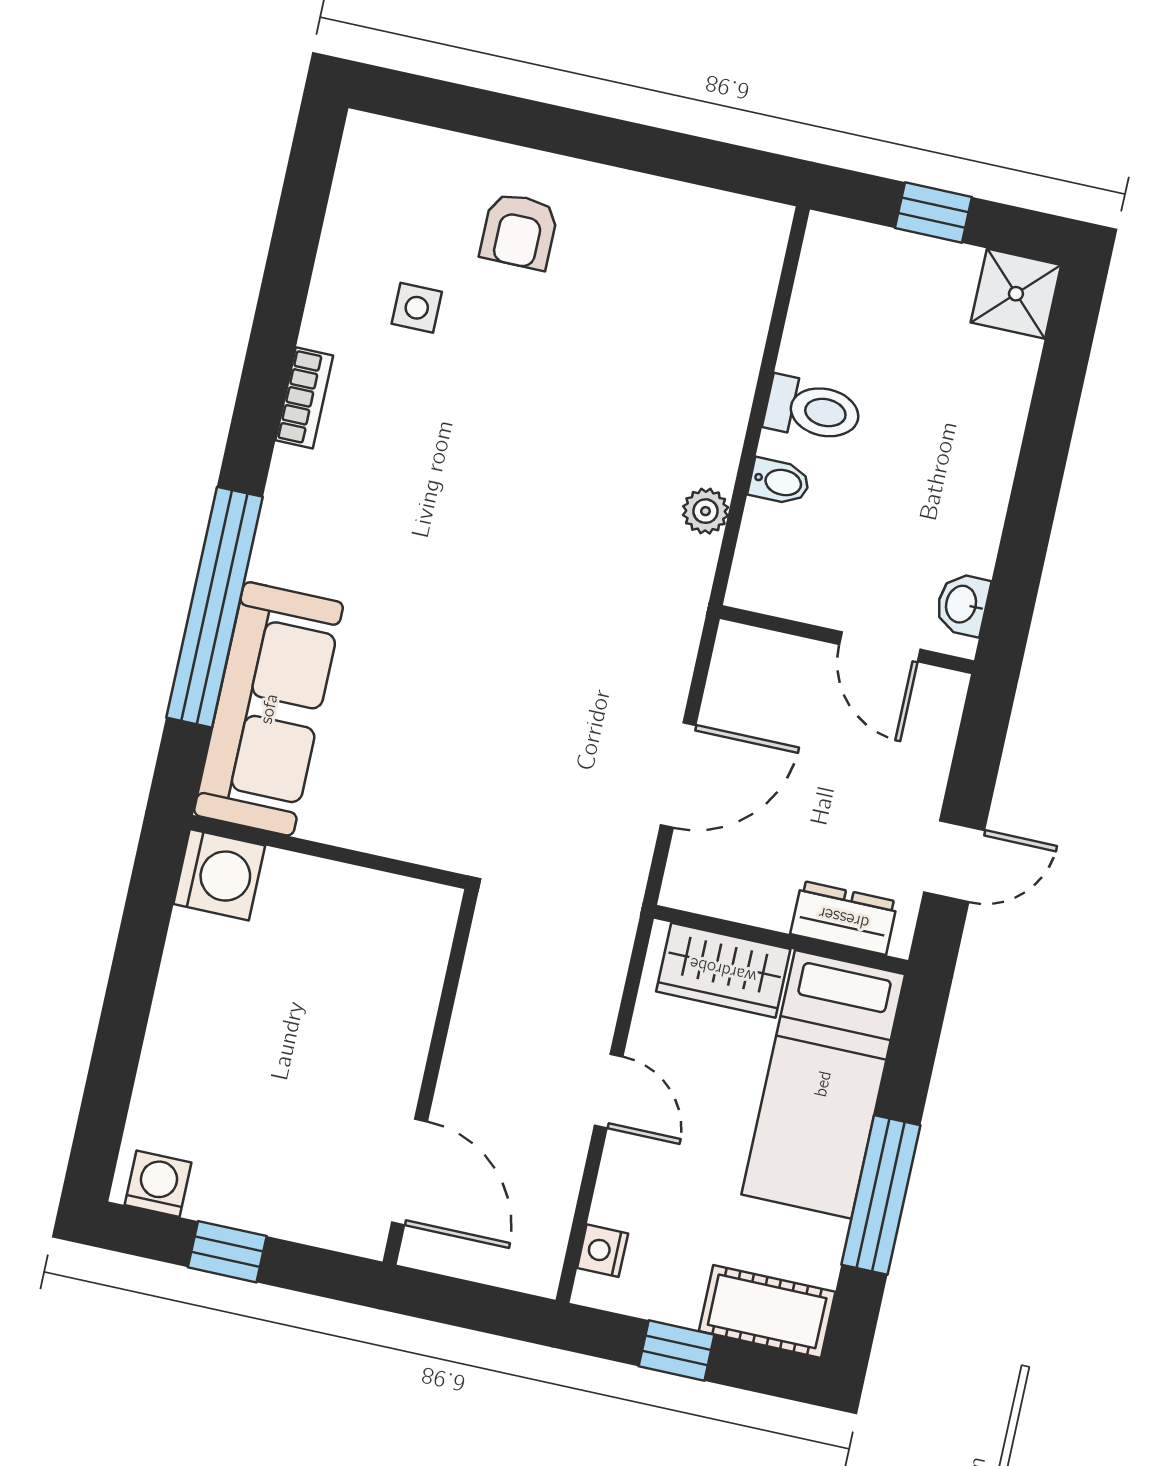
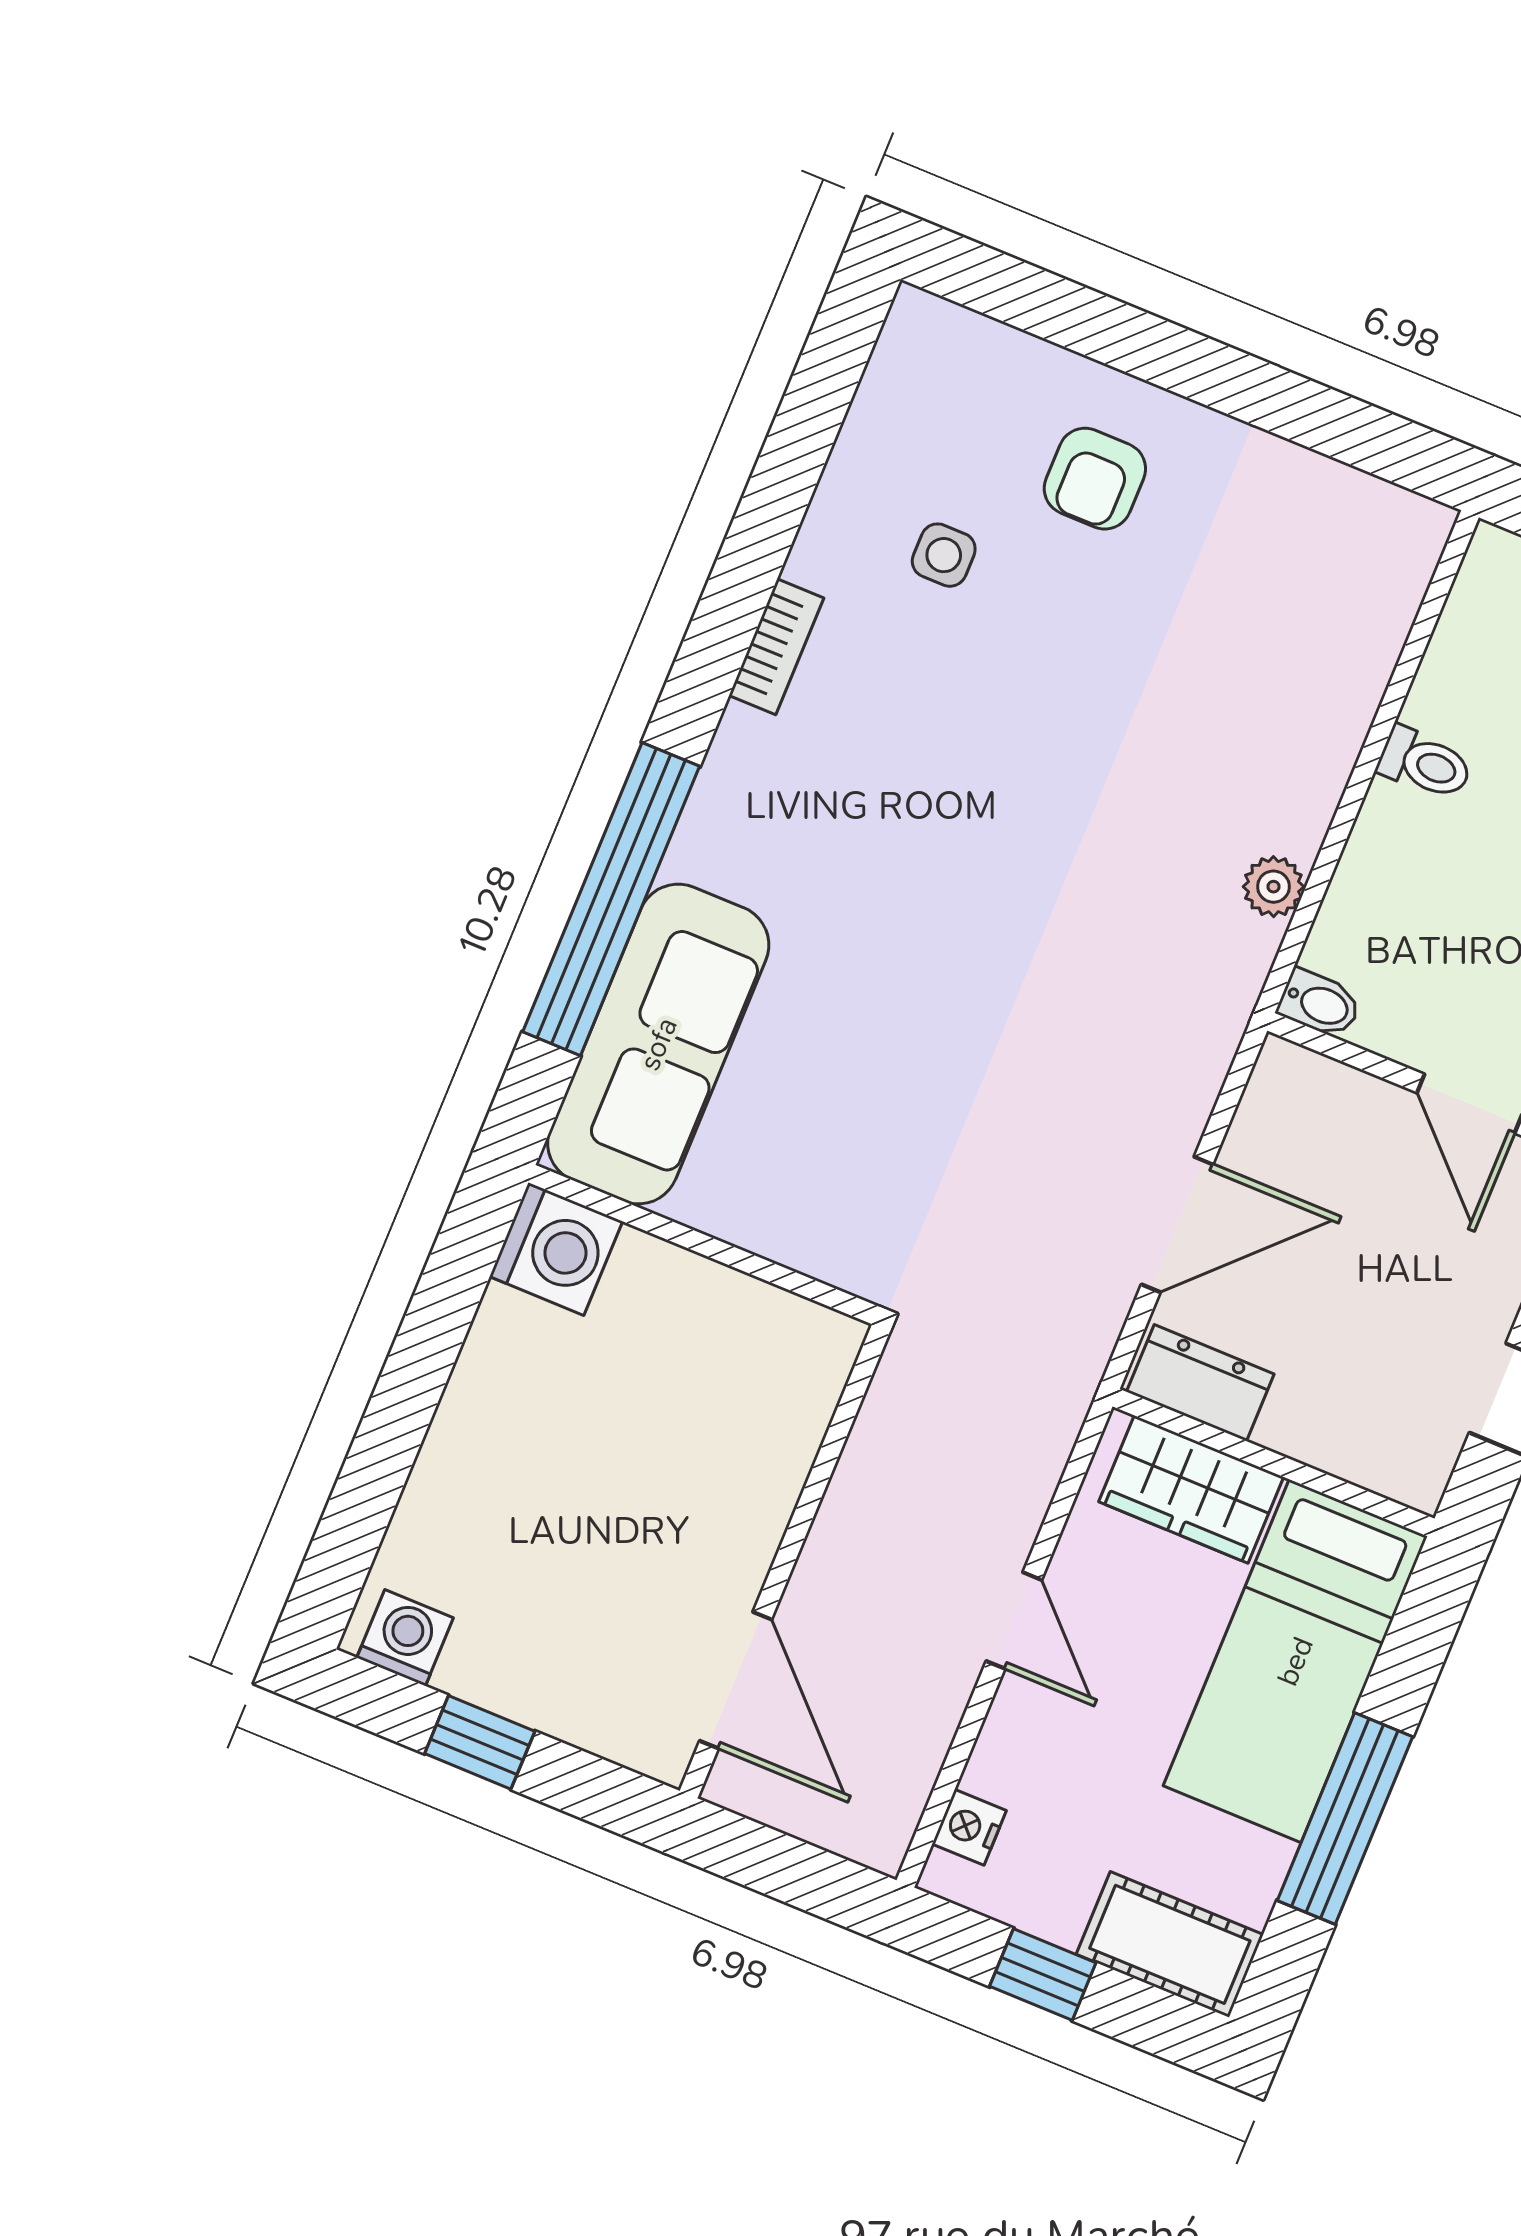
toilet: (813, 410) -> (1425, 763), width x0.73, depth x0.72
bidet: (779, 482) -> (1319, 1004), moved
dresser: (844, 918) -> (1200, 1383), moved

